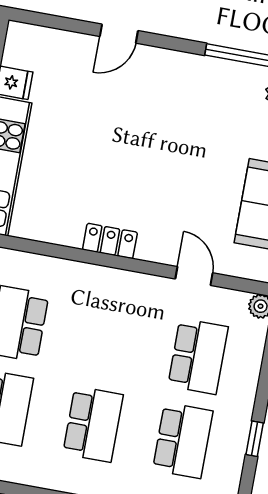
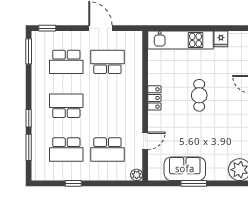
cafe table: (121, 148) -> (199, 95), added
school desk: (93, 424) -> (66, 106), turned 180

